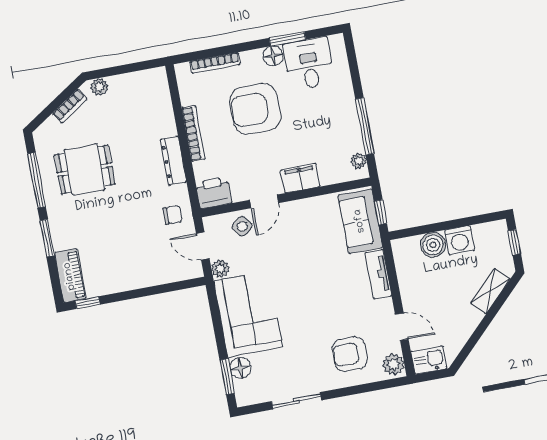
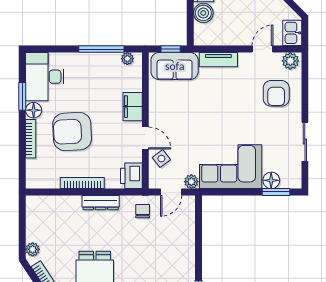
bookcase: (215, 63) -> (31, 139), moved
desk: (309, 64) -> (45, 77), width x1.37
armchair: (255, 109) -> (72, 131), turned 87

